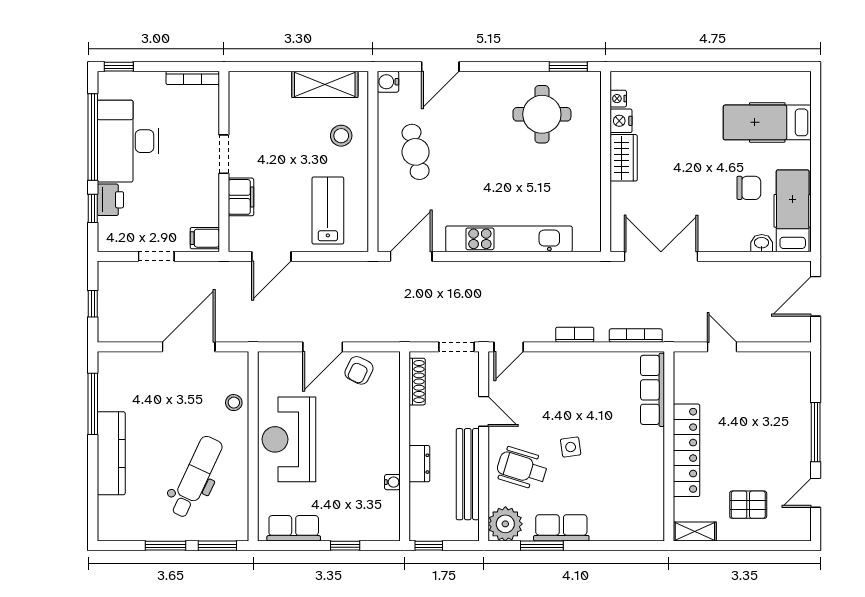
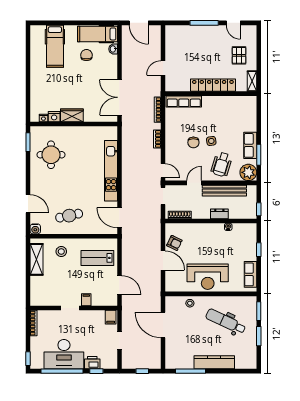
filing cabinet: (241, 197) -> (86, 300), width x0.50
chair: (567, 410) -> (193, 142), added

